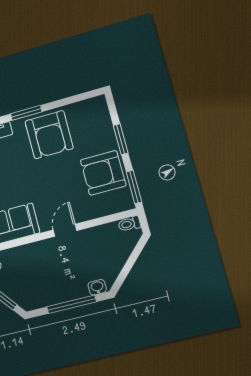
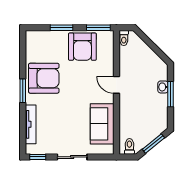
washbasin: (97, 287) -> (163, 87), moved
window: (72, 304) -> (171, 94), width x0.69

